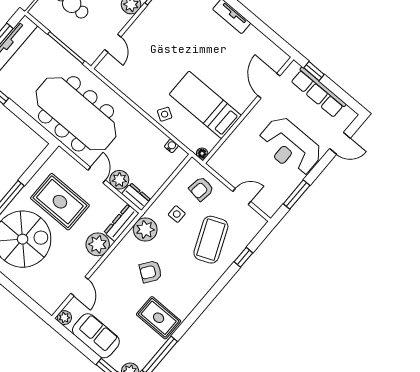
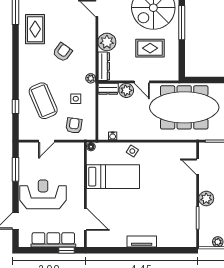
rug: (60, 202) -> (150, 48), width x0.73, depth x0.70
plant: (145, 230) -> (91, 78), width x0.53, depth x0.53
rug: (159, 318) -> (35, 29), turned 90

